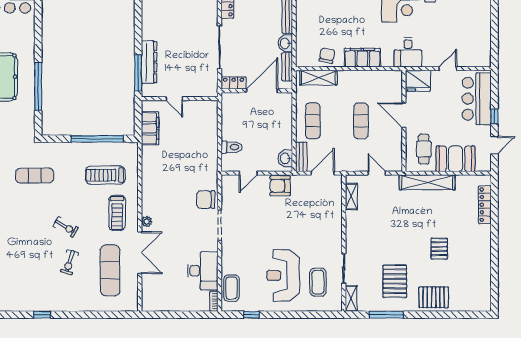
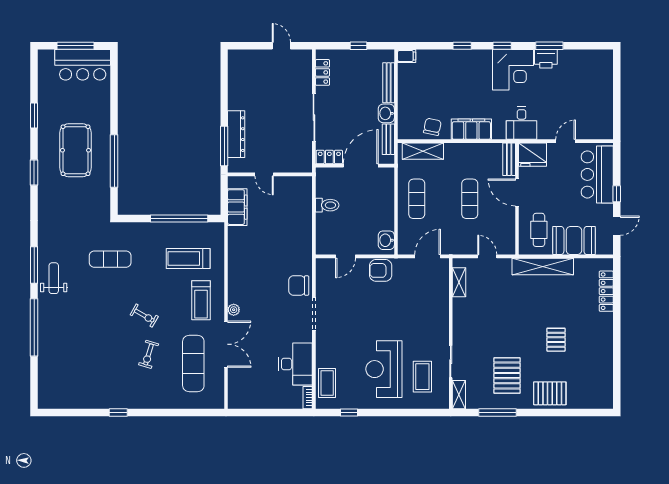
toilet: (232, 147) -> (327, 205), moved
bench: (301, 157) -> (509, 159), moved

